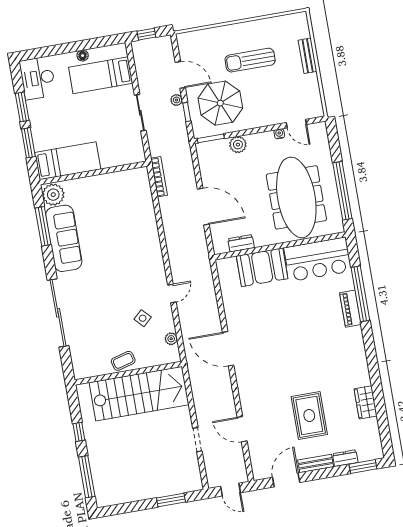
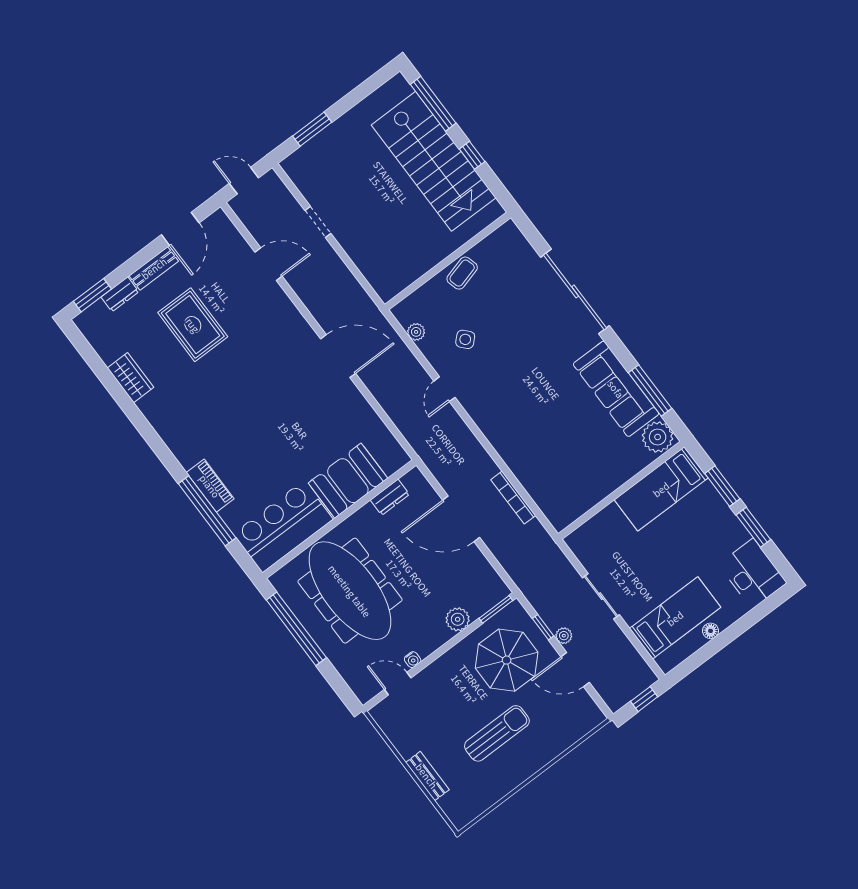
bookcase: (159, 177) -> (513, 498), moved
stairs: (139, 394) -> (434, 161), moved, turned -90

